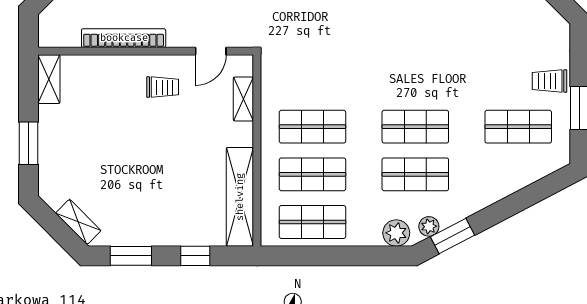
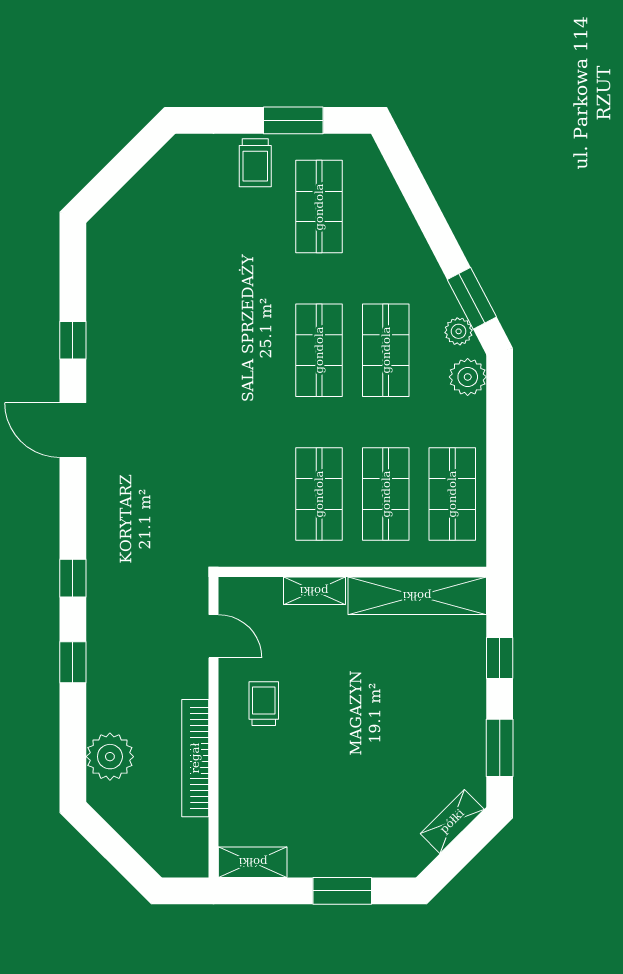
shelving: (243, 99) -> (314, 591), moved

